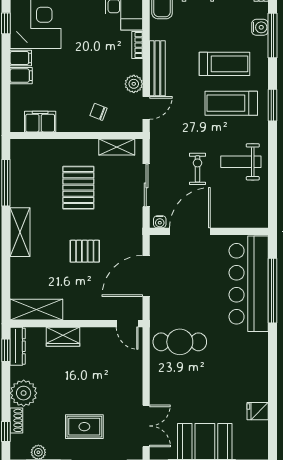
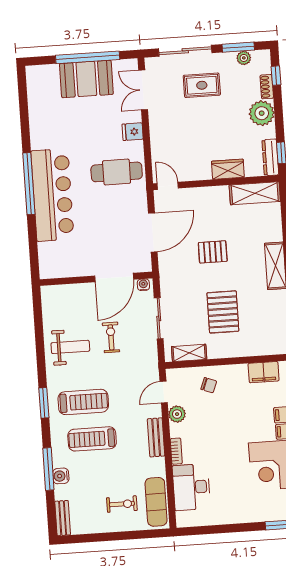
bench: (157, 68) -> (156, 437), width x0.73
exercise bike: (198, 169) -> (111, 337), turned 180
bar counter: (249, 284) -> (52, 195), moved
window: (272, 291) -> (29, 184), moved
fridge: (258, 411) -> (133, 132), moved, turned 180

